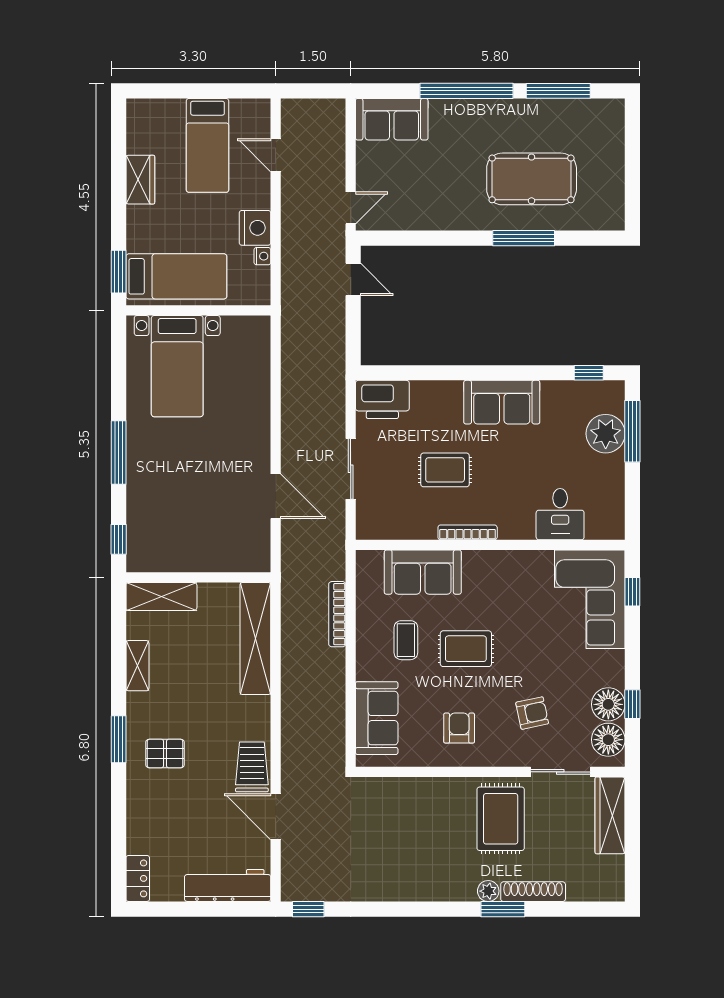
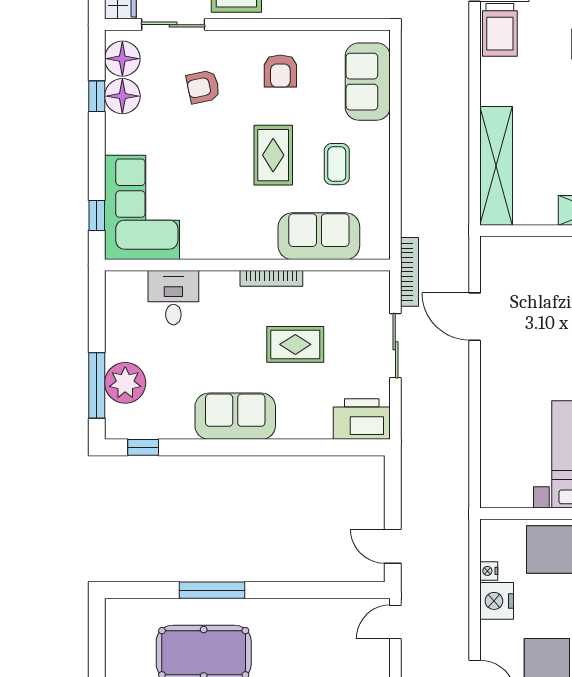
bookcase: (337, 614) -> (410, 272), moved
rug: (466, 649) -> (273, 155), turned 90

